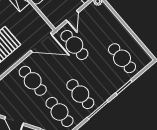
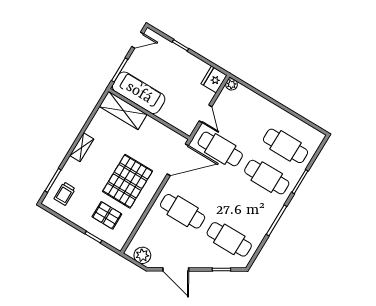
cafe table: (80, 94) -> (267, 177), moved

